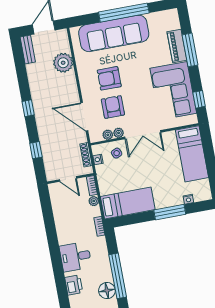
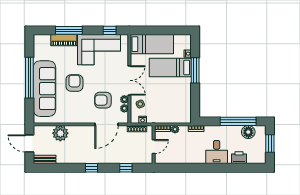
armchair: (109, 78) -> (74, 83), moved, turned 180
bed: (128, 203) -> (170, 68), moved, turned -90

